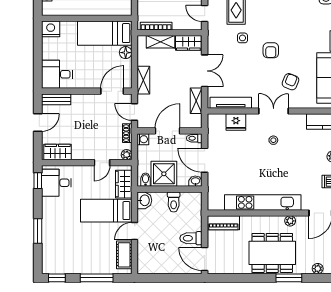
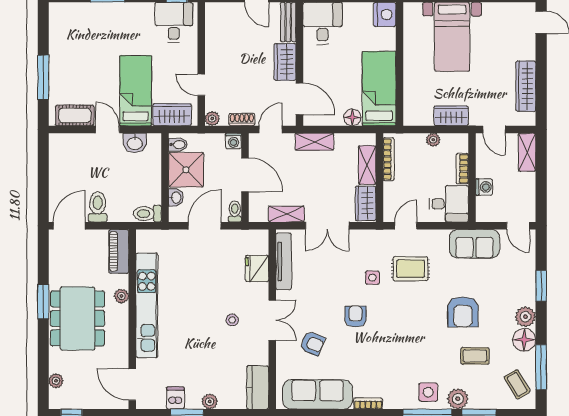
armchair: (271, 50) -> (355, 316), turned 90
wardrobe: (58, 152) -> (285, 62), moved, turned 180
washbasin: (195, 181) -> (176, 198), moved
washbasin: (144, 200) -> (135, 143), moved
toilet: (174, 202) -> (147, 214), moved
plant: (290, 221) -> (121, 296), moved
window: (57, 278) -> (43, 23), removed
window: (289, 278) -> (43, 301), moved

